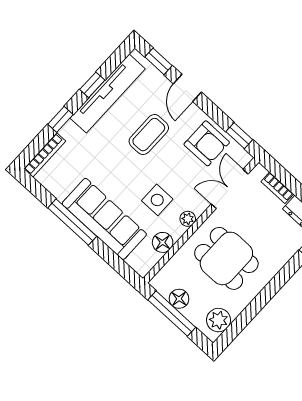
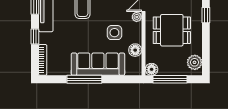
plant: (188, 219) -> (137, 17), moved
window: (282, 277) -> (206, 15), added
floor lamp: (179, 299) -> (152, 69), moved

